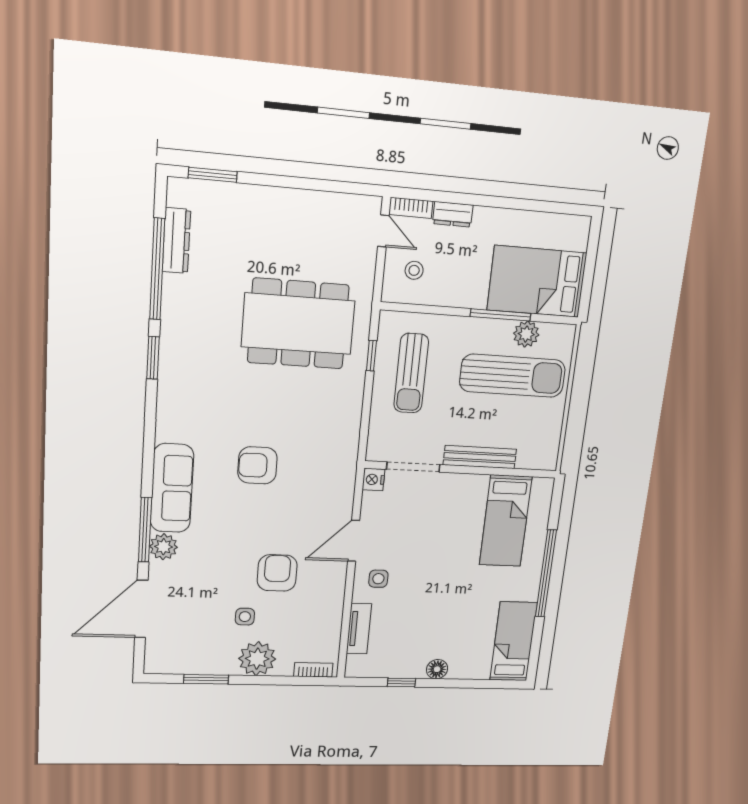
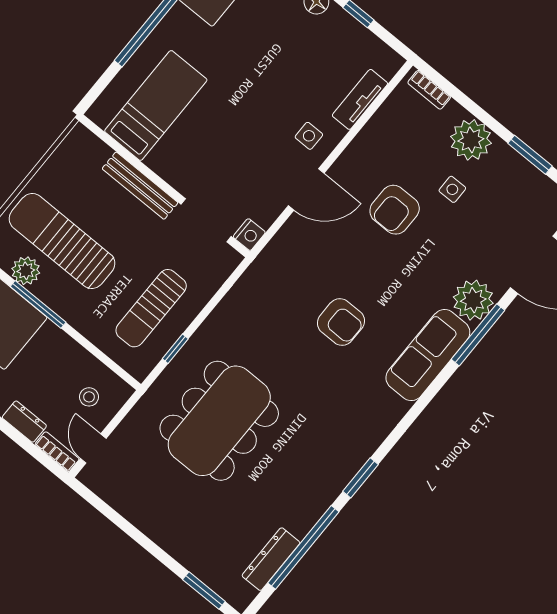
dining table: (298, 324) -> (219, 421), turned 90
sun lounger: (411, 373) -> (151, 308), turned 180
plant: (164, 547) -> (473, 300), width x1.36, depth x1.36

